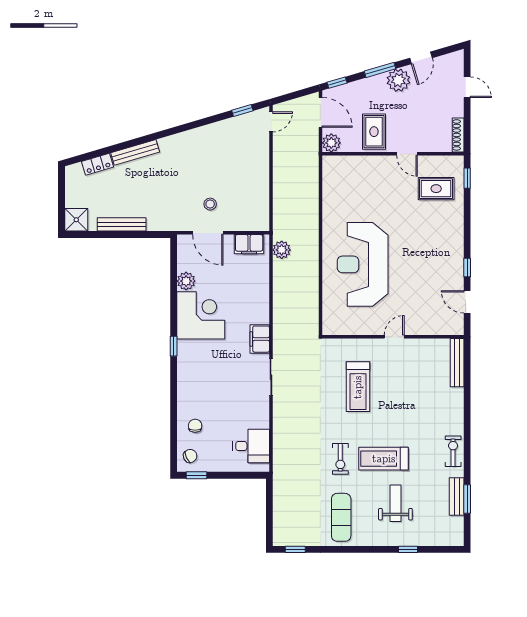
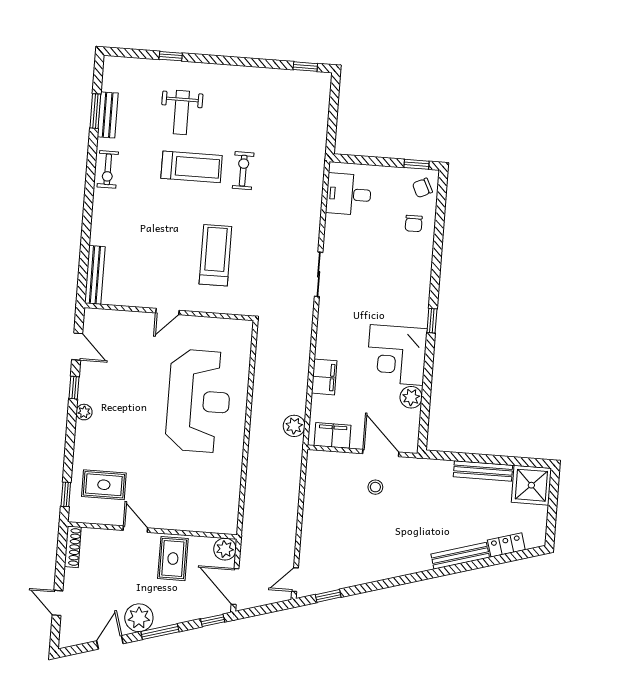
shower: (76, 220) -> (531, 485), width x1.36, depth x1.36
plant: (457, 248) -> (84, 412), added
filing cabinet: (260, 339) -> (324, 377), moved
exercise mat: (341, 517) -> (248, 101), removed

